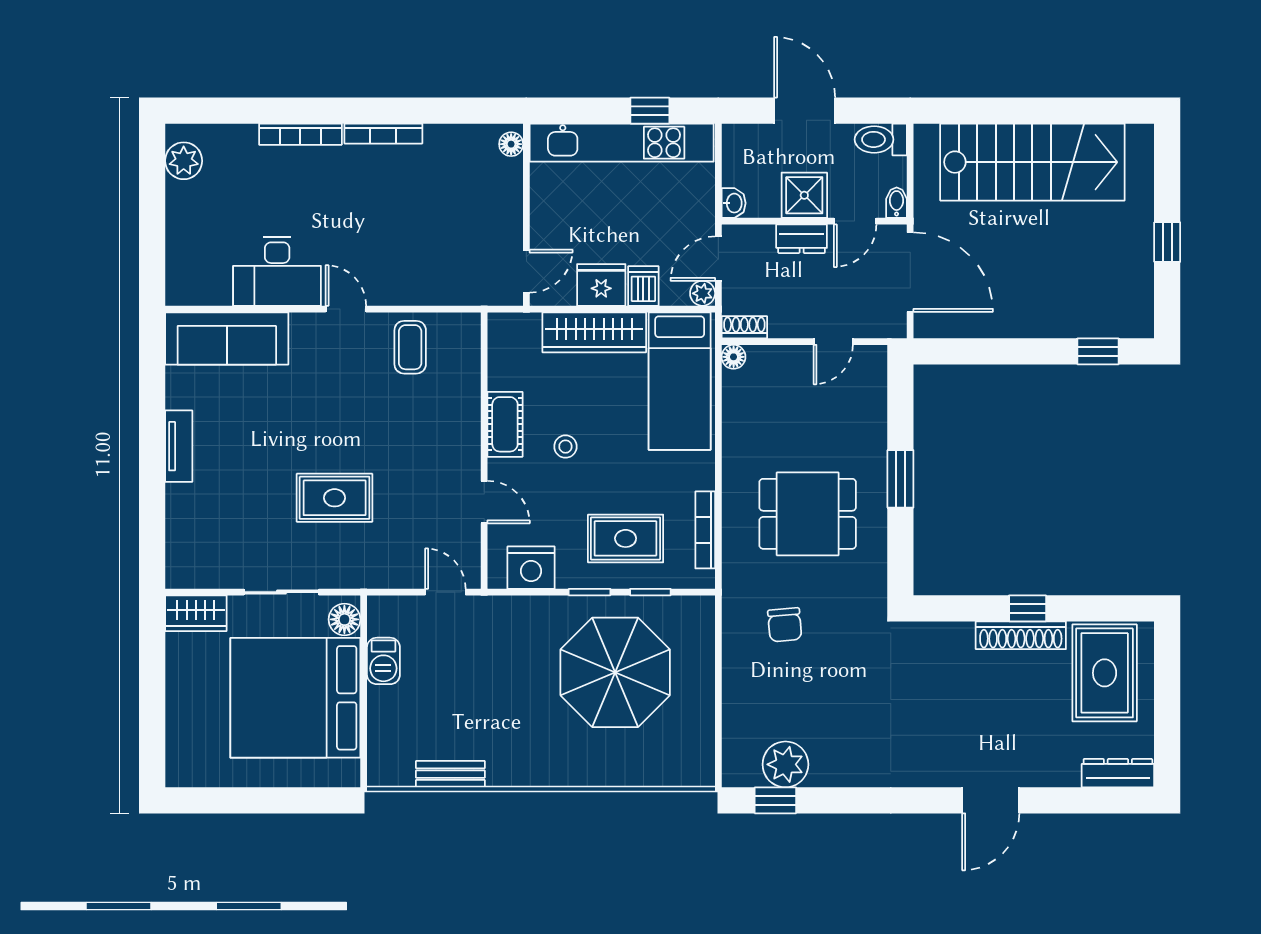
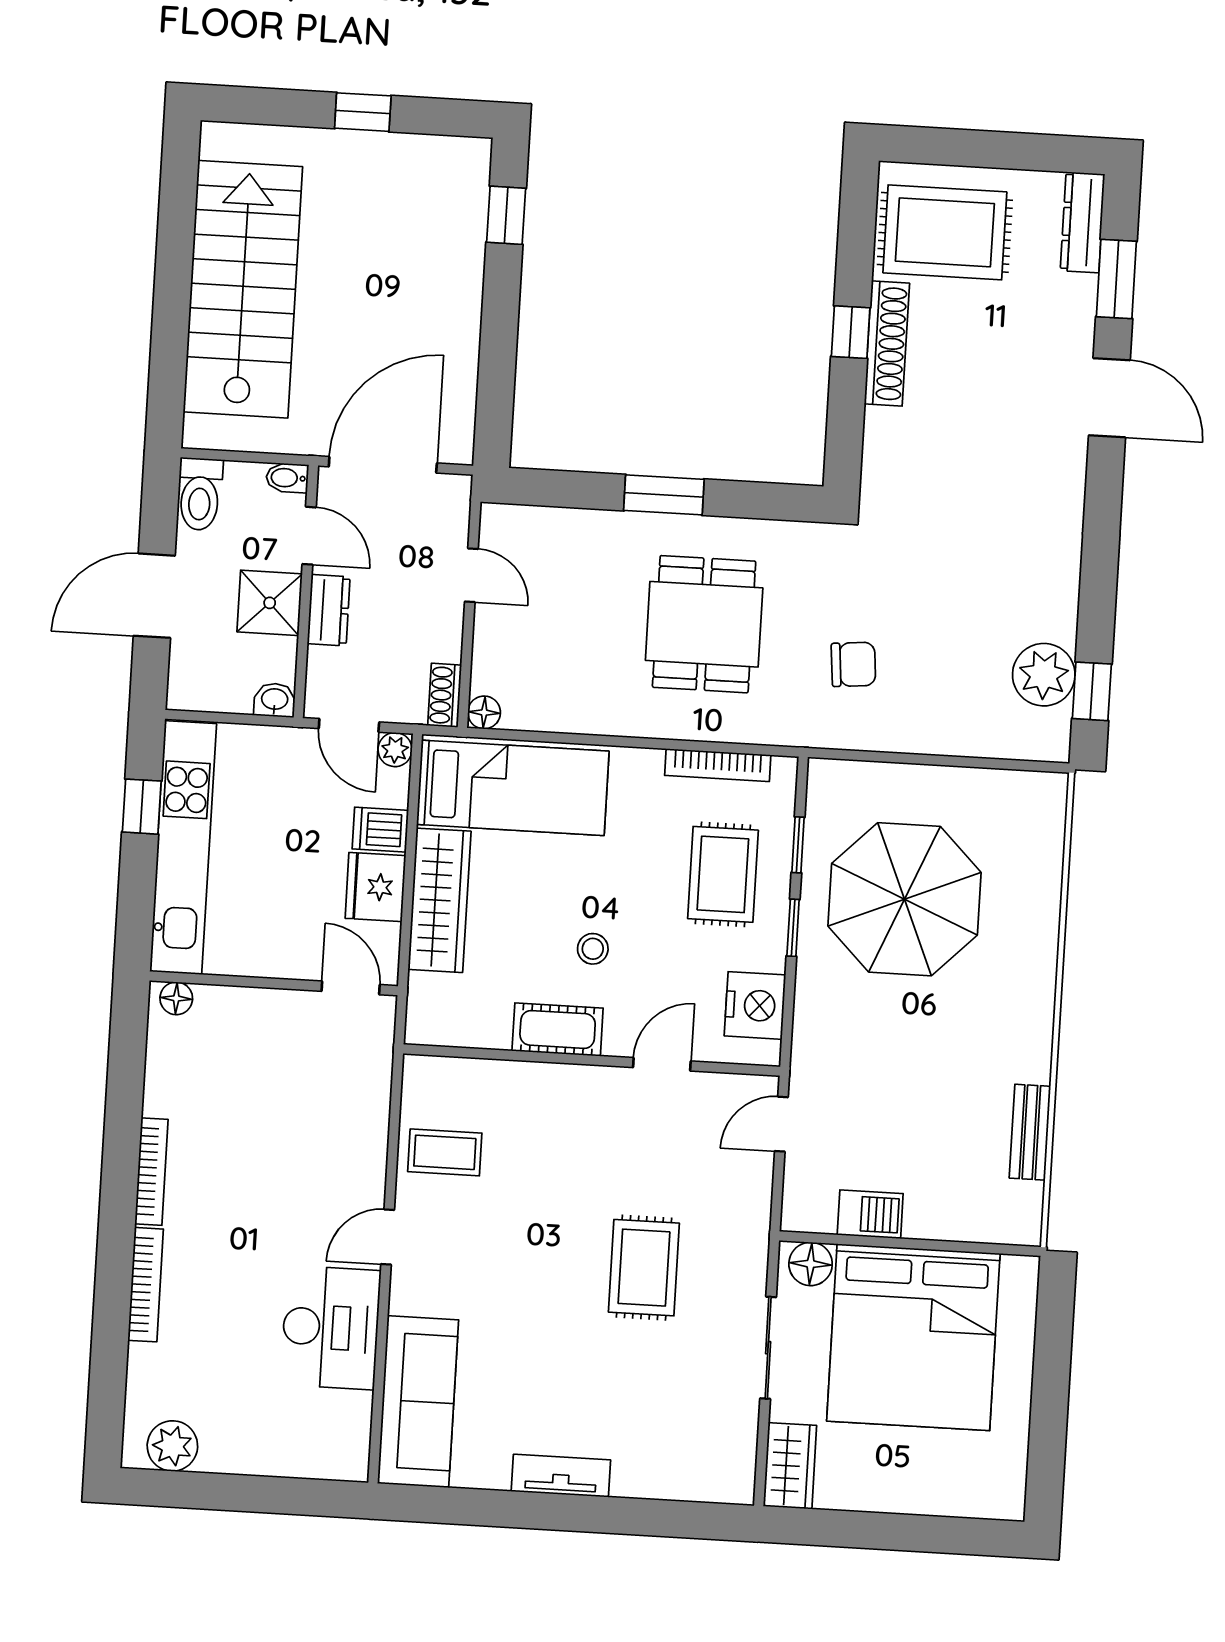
window: (1078, 800) -> (1116, 279), added

